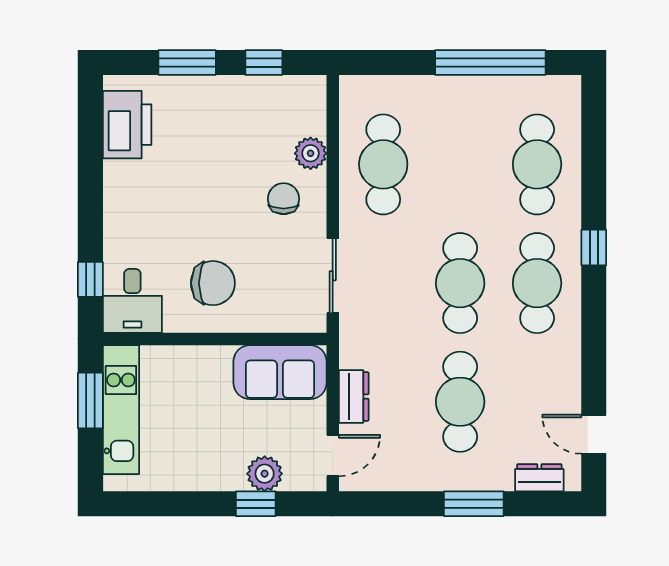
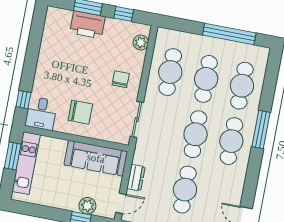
printer: (127, 125) -> (87, 25), moved, turned 90
plant: (311, 153) -> (141, 42), moved
cafe table: (460, 164) -> (206, 79), added
window: (594, 248) -> (261, 130), width x2.17
sofa: (280, 372) -> (96, 158), width x1.36

